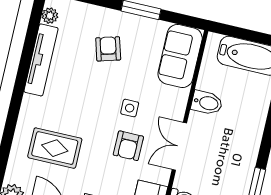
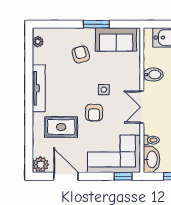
sofa: (180, 56) -> (116, 40), moved, turned -90
tv unit: (41, 60) -> (39, 88), moved
armchair: (128, 146) -> (94, 113), moved

